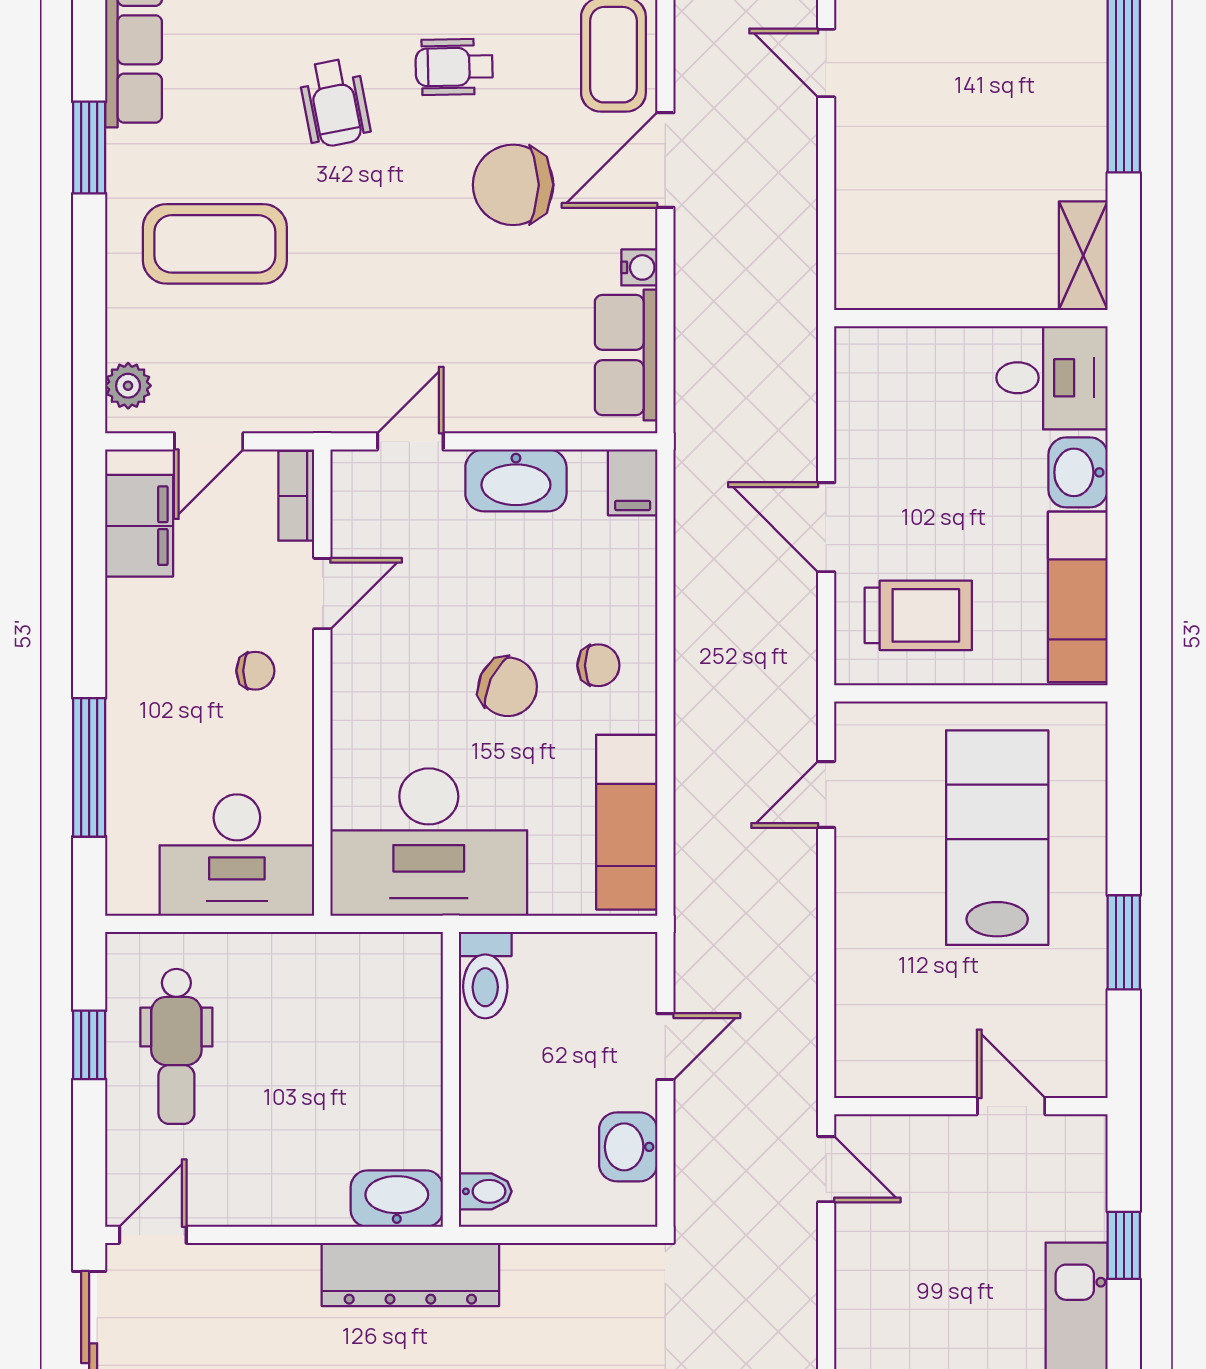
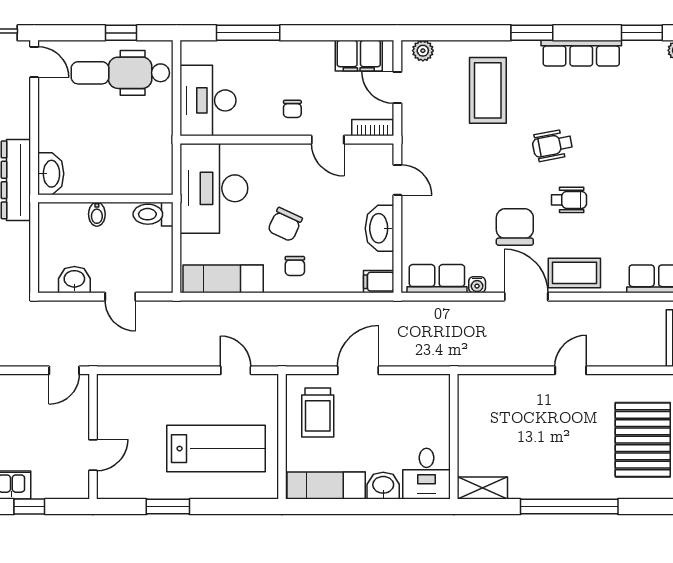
wheelchair: (454, 67) -> (569, 200), turned 91
dental chair: (176, 1046) -> (120, 73), width x1.36, depth x1.38
bidet: (485, 1191) -> (97, 214), moved

